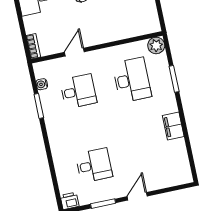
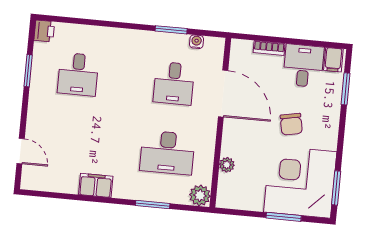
plant: (127, 33) -> (227, 165), added
bookcase: (33, 46) -> (269, 48), moved
door: (74, 52) -> (223, 94), width x1.87
door: (137, 196) -> (21, 151), moved

